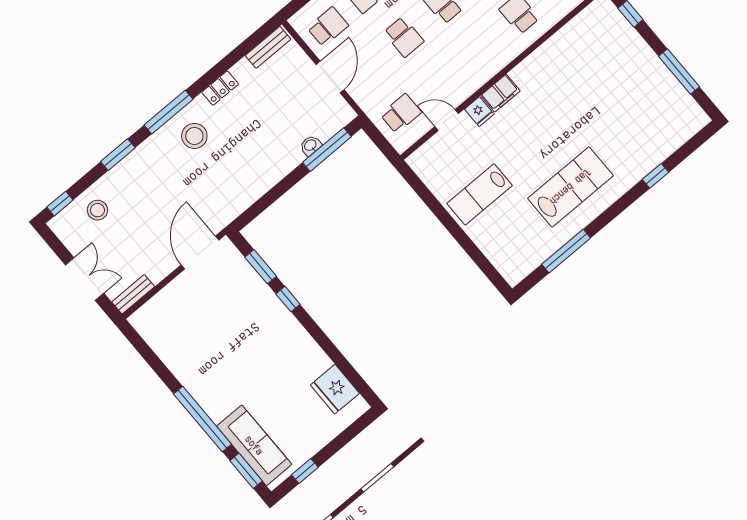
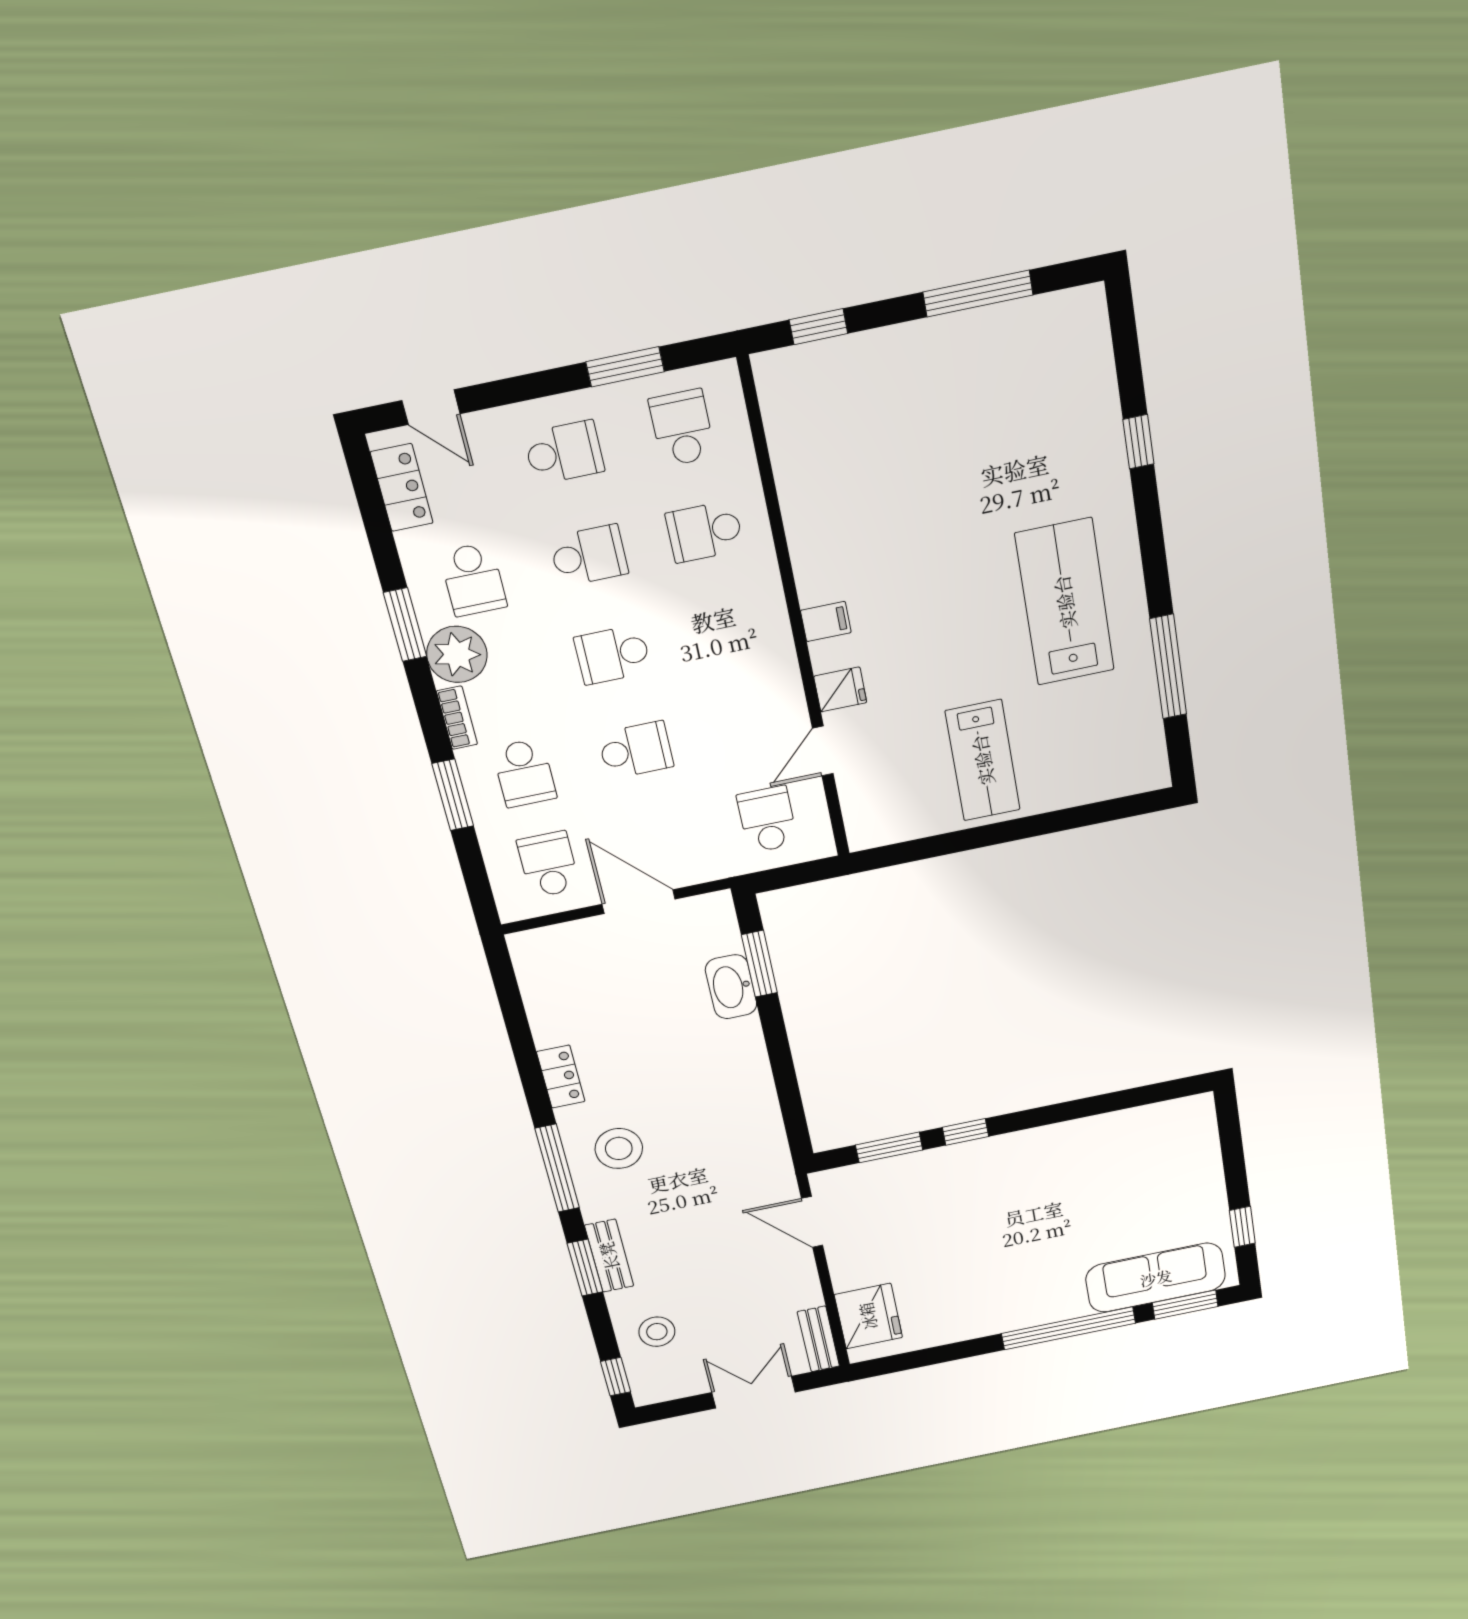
bench: (268, 47) -> (609, 1256), moved
filing cabinet: (500, 93) -> (826, 621), width x0.50
washbasin: (311, 145) -> (731, 987), width x1.91, depth x1.45
window: (327, 150) -> (759, 964), width x0.69
door: (200, 253) -> (812, 1222), width x0.73
fridge: (335, 389) -> (868, 1316), moved, turned -90

